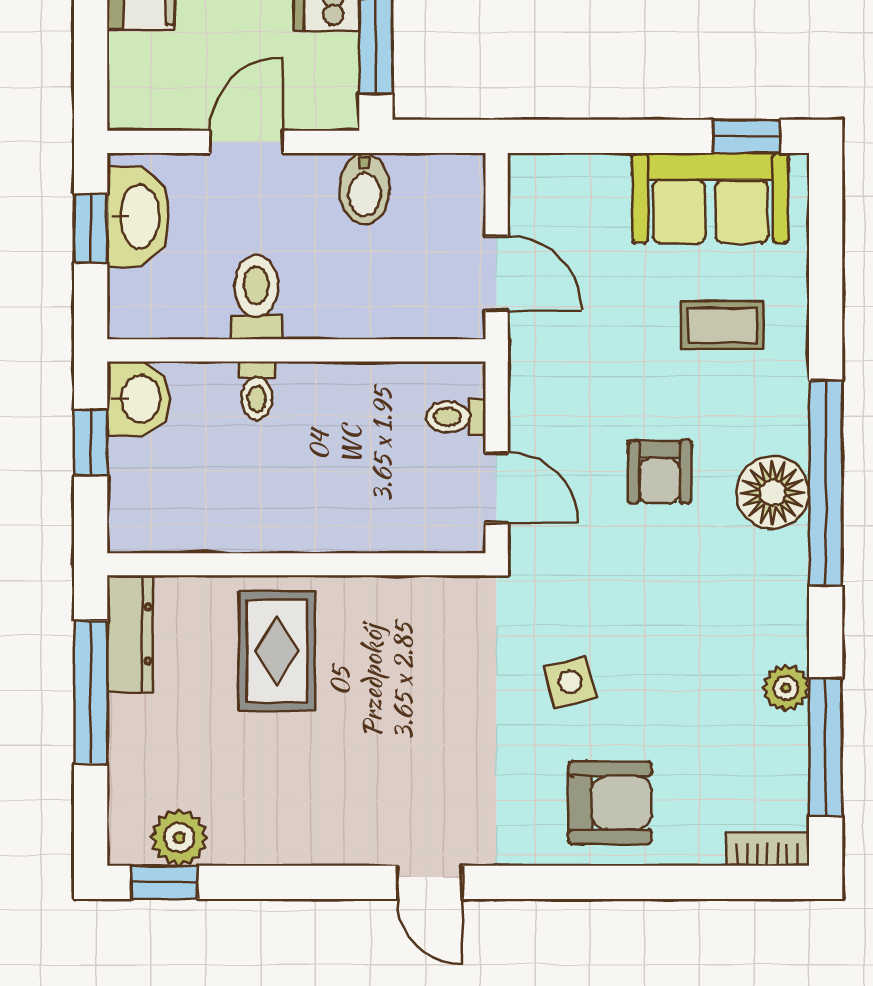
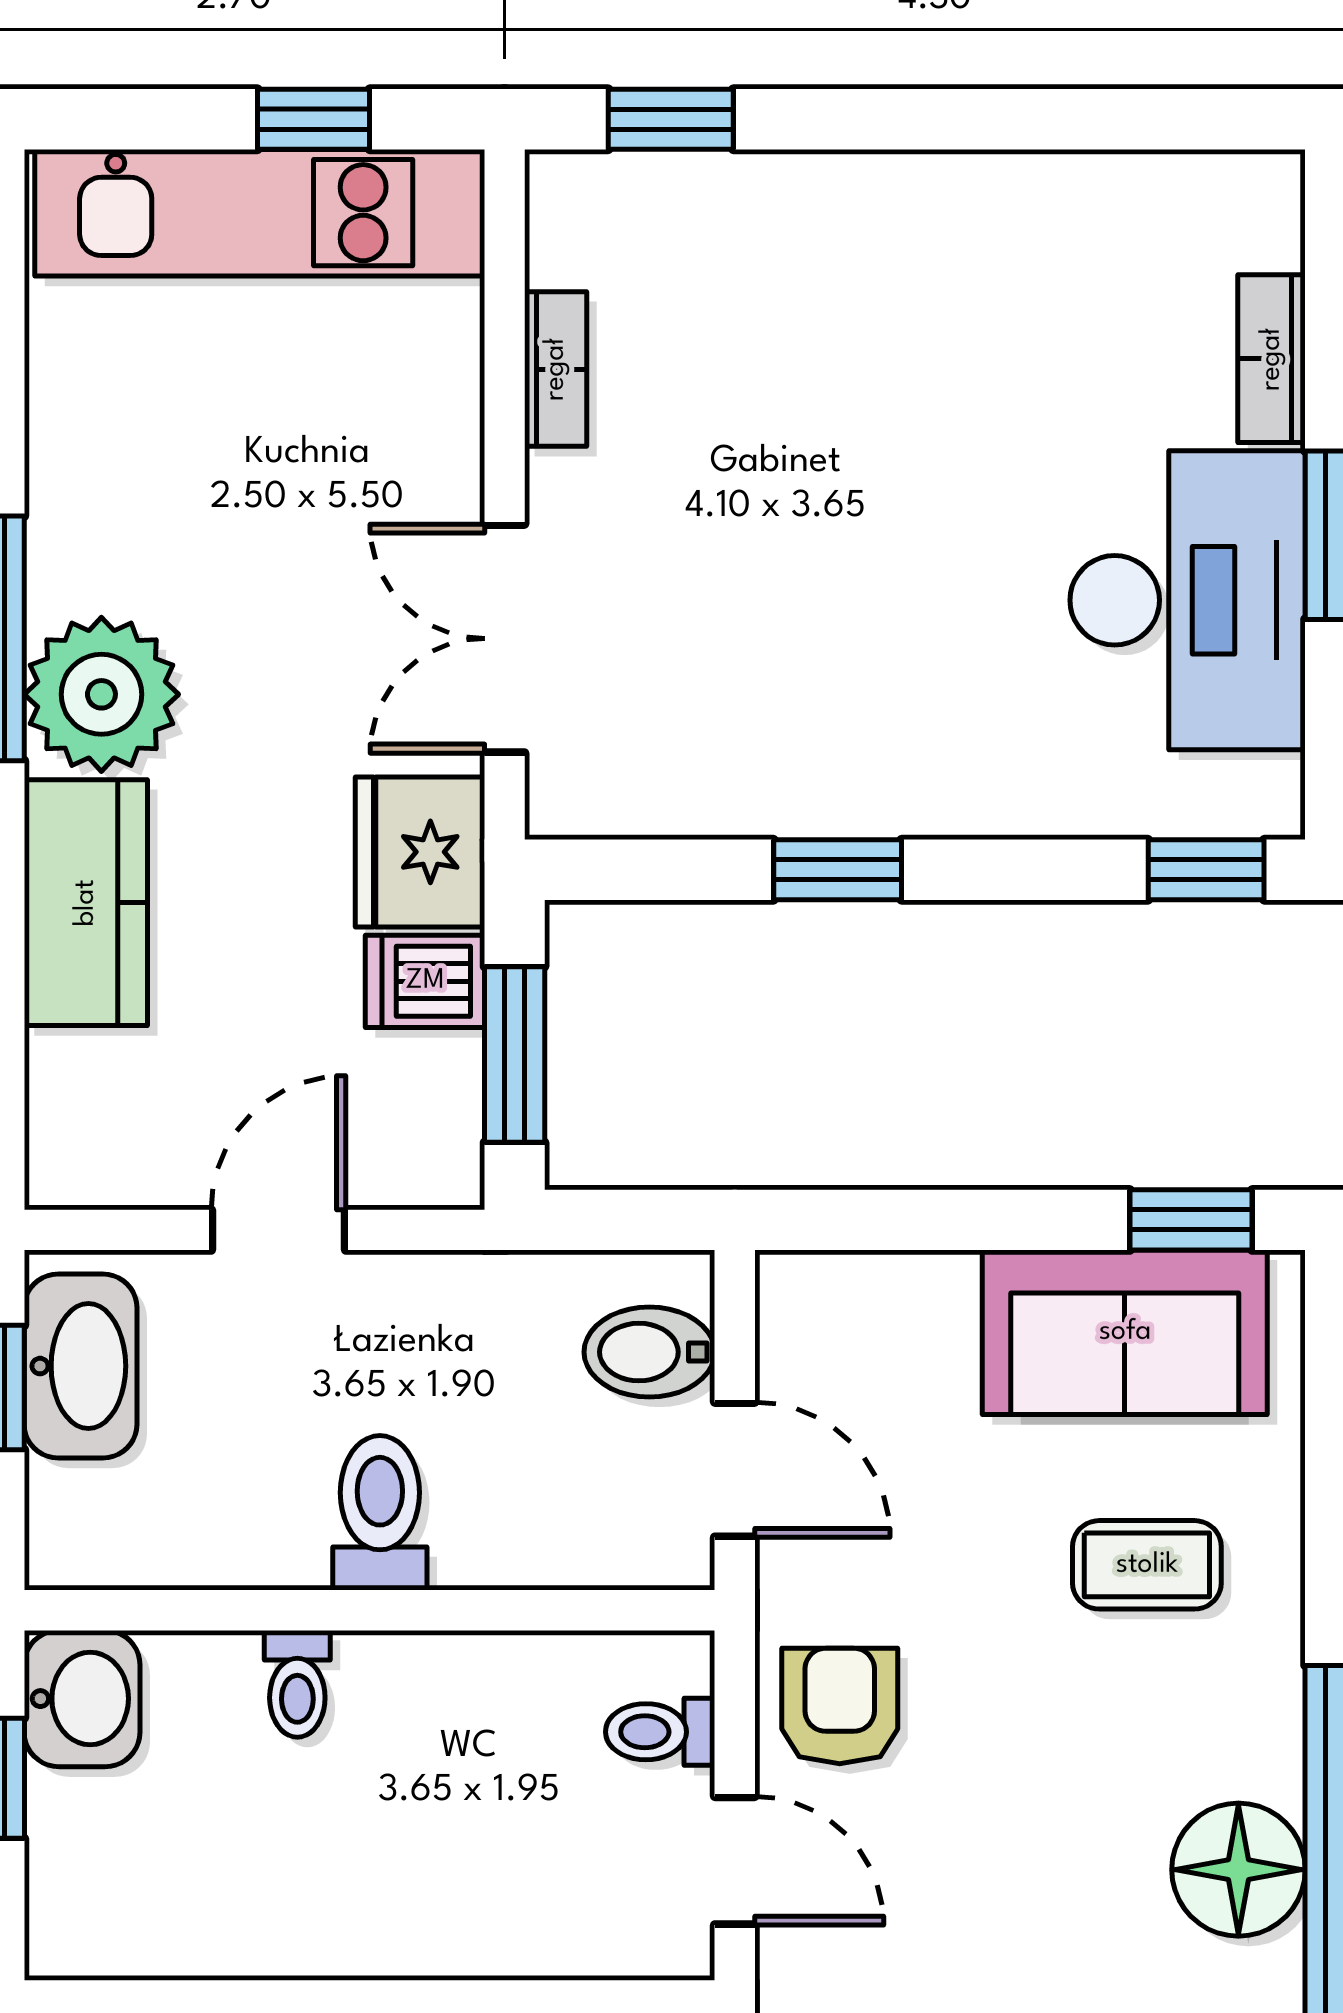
bidet: (364, 189) -> (649, 1352), moved, turned 90
toilet: (256, 297) -> (380, 1513), moved
armchair: (660, 472) -> (840, 1706), moved, turned 180

